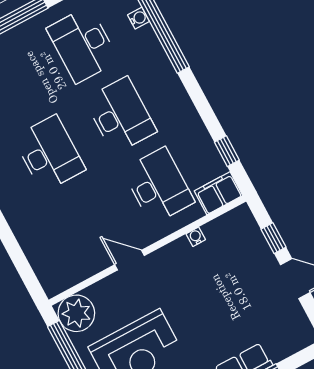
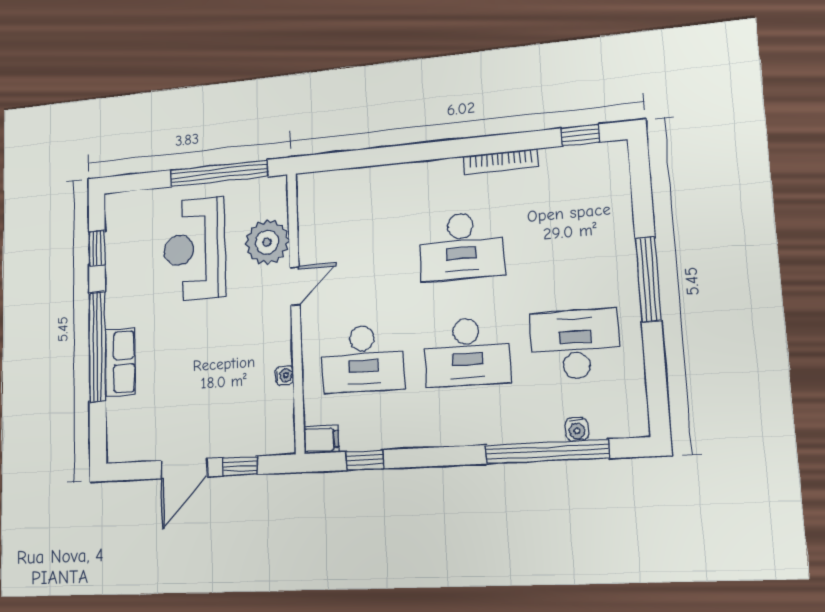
filing cabinet: (219, 193) -> (321, 440), width x0.50
plant: (76, 313) -> (267, 242), moved

